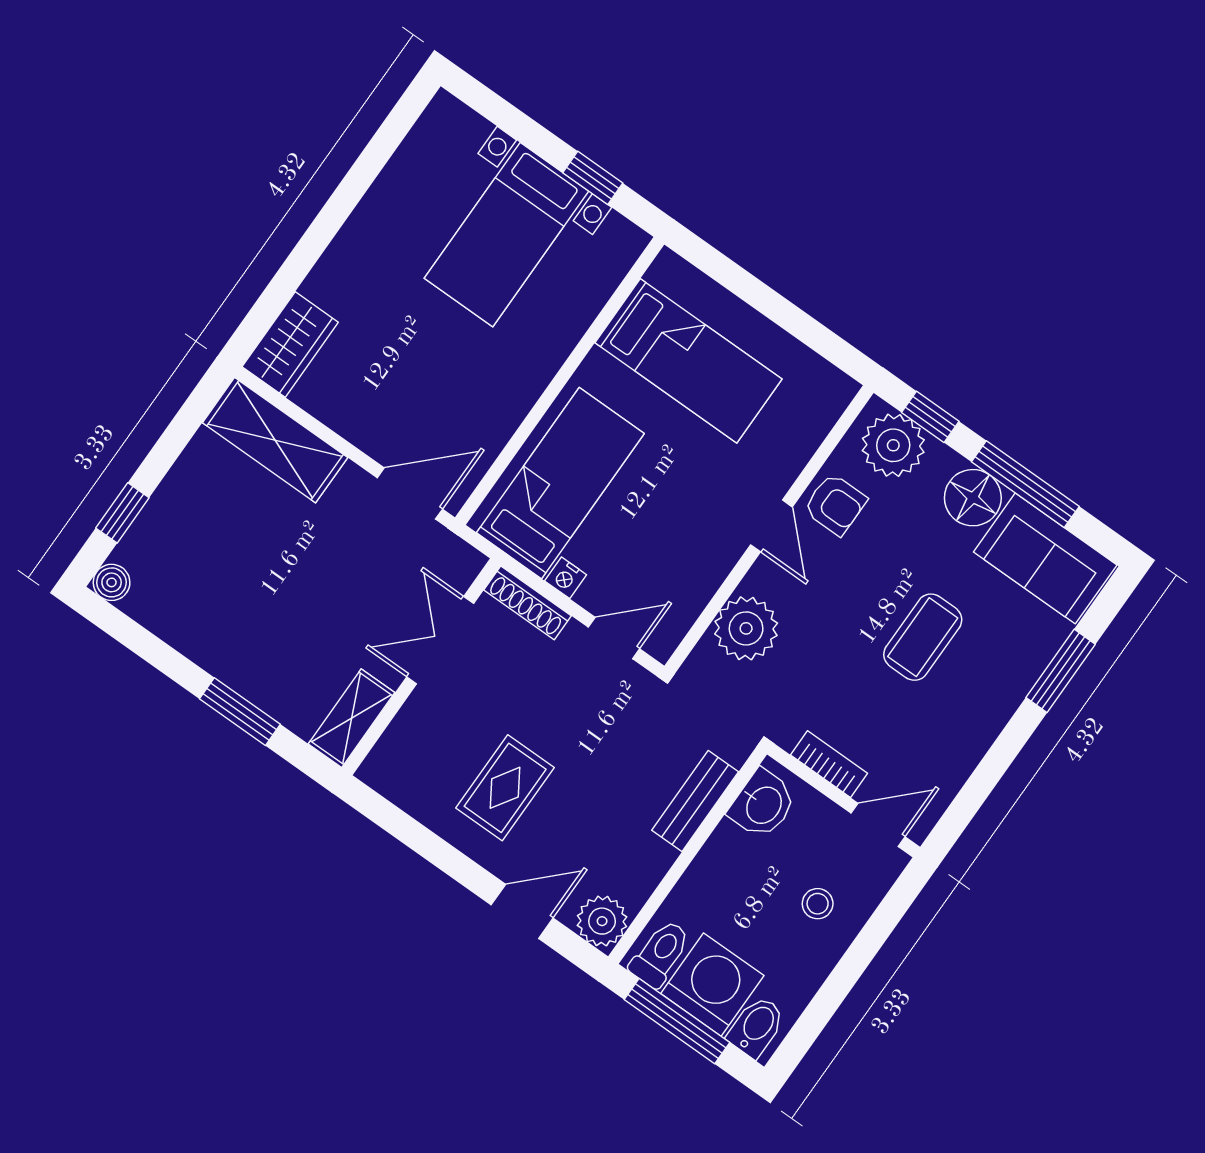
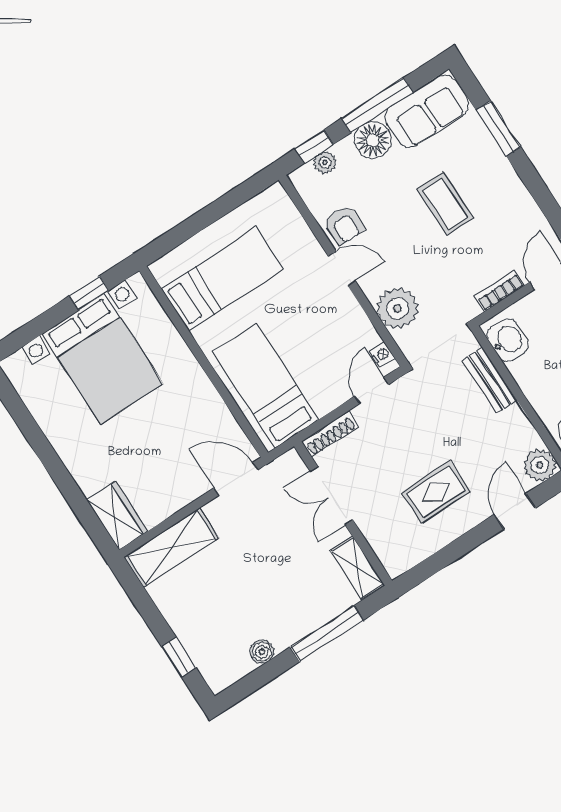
bed with nightstands: (506, 235) -> (103, 359), width x1.36
plant: (893, 445) -> (325, 162), width x0.53, depth x0.53
door: (410, 493) -> (236, 479), hinge flipped
armchair: (835, 504) -> (344, 225), turned 90
nightstand: (566, 578) -> (382, 355), moved, turned -90
boiler: (112, 582) -> (262, 652), moved
window: (240, 712) -> (327, 634), width x1.44
rug: (505, 788) -> (436, 492), turned 90

